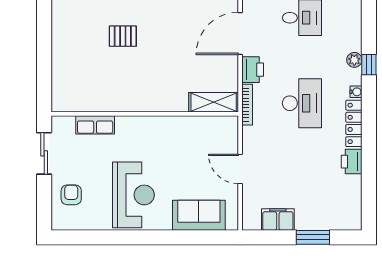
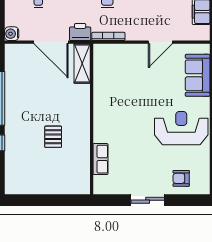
shelving: (214, 102) -> (82, 63), moved
wall: (145, 114) -> (92, 119), moved
row of seats: (95, 125) -> (100, 159), moved

